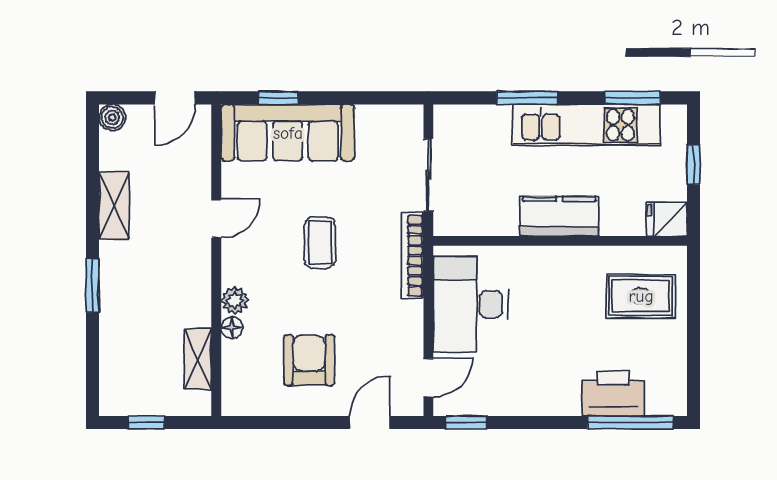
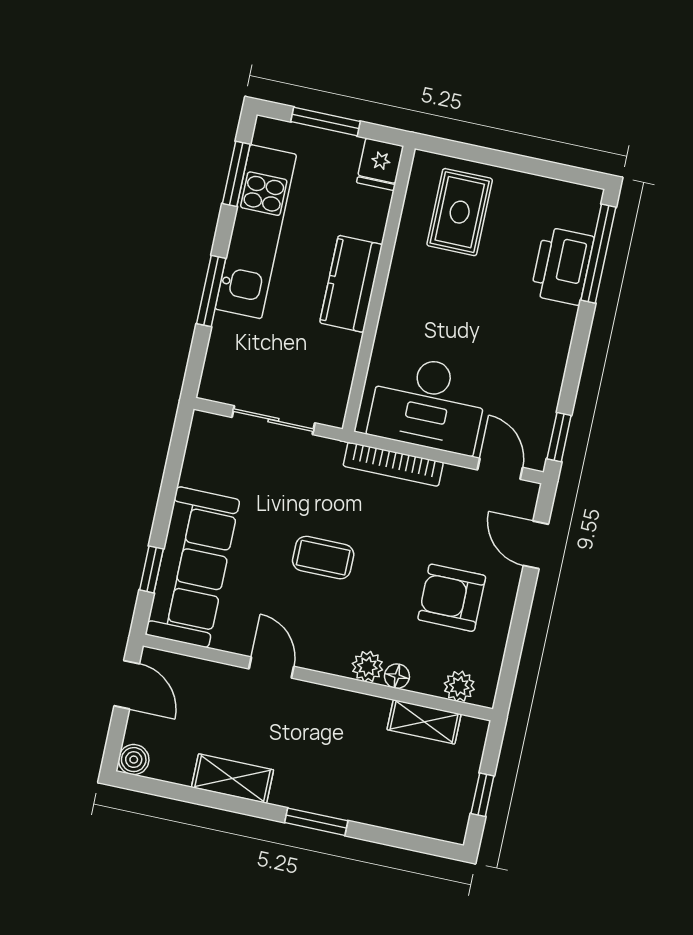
window: (693, 165) -> (325, 122), width x1.50
bookcase: (413, 255) -> (393, 464), moved
plant: (235, 383) -> (459, 686), added

